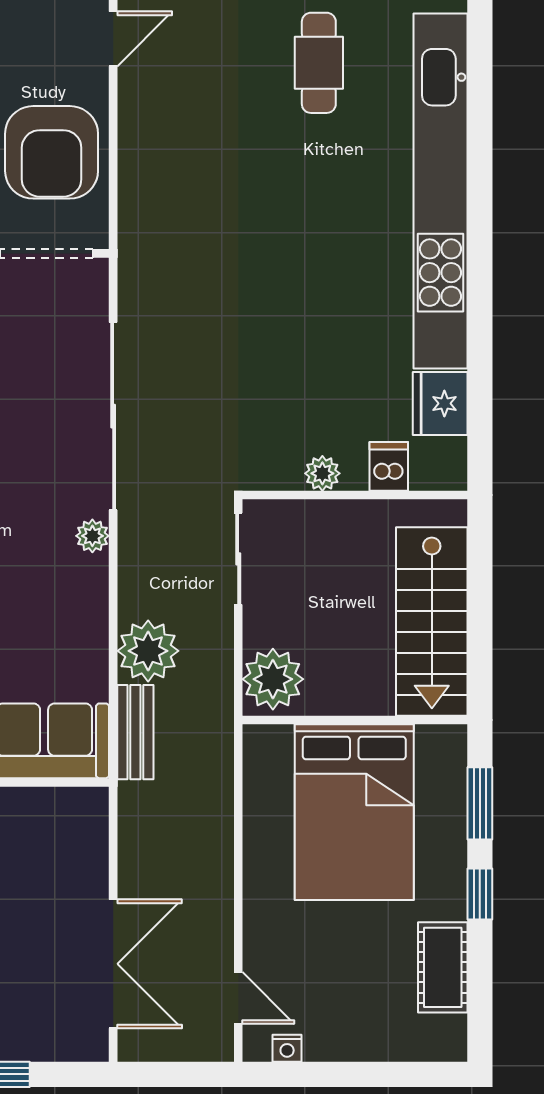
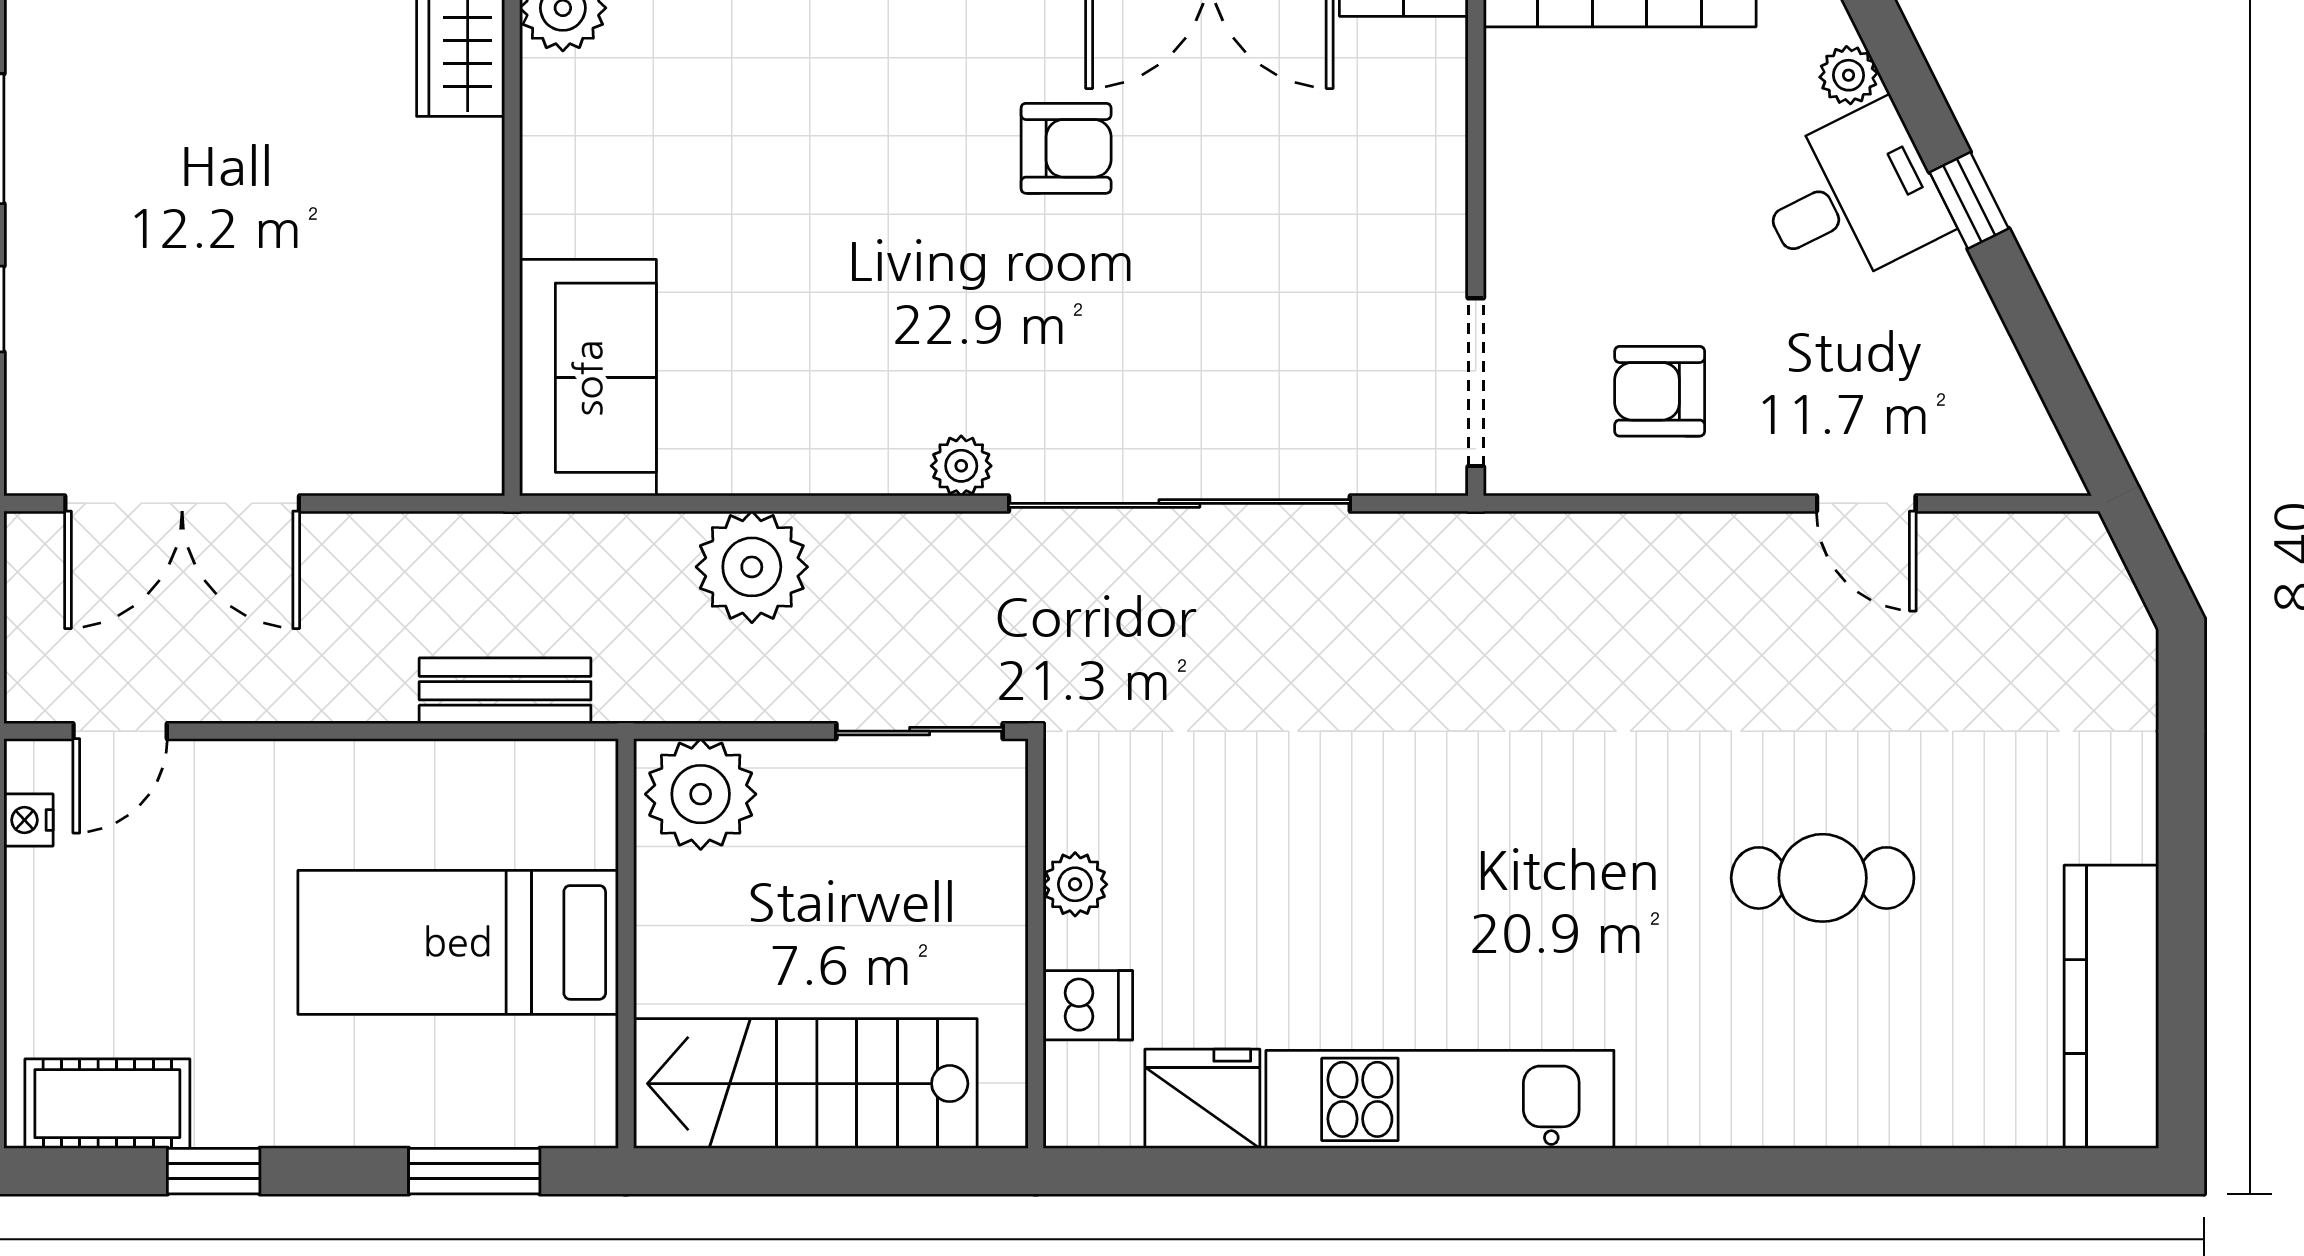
armchair: (52, 152) -> (1660, 391), width x0.53, depth x0.53
kitchen unit: (440, 191) -> (1440, 1099), width x0.54
bench: (135, 732) -> (505, 691), moved
bed: (354, 812) -> (458, 942), width x0.67
window: (480, 894) -> (214, 1171), moved
cot: (443, 967) -> (107, 1104), moved

